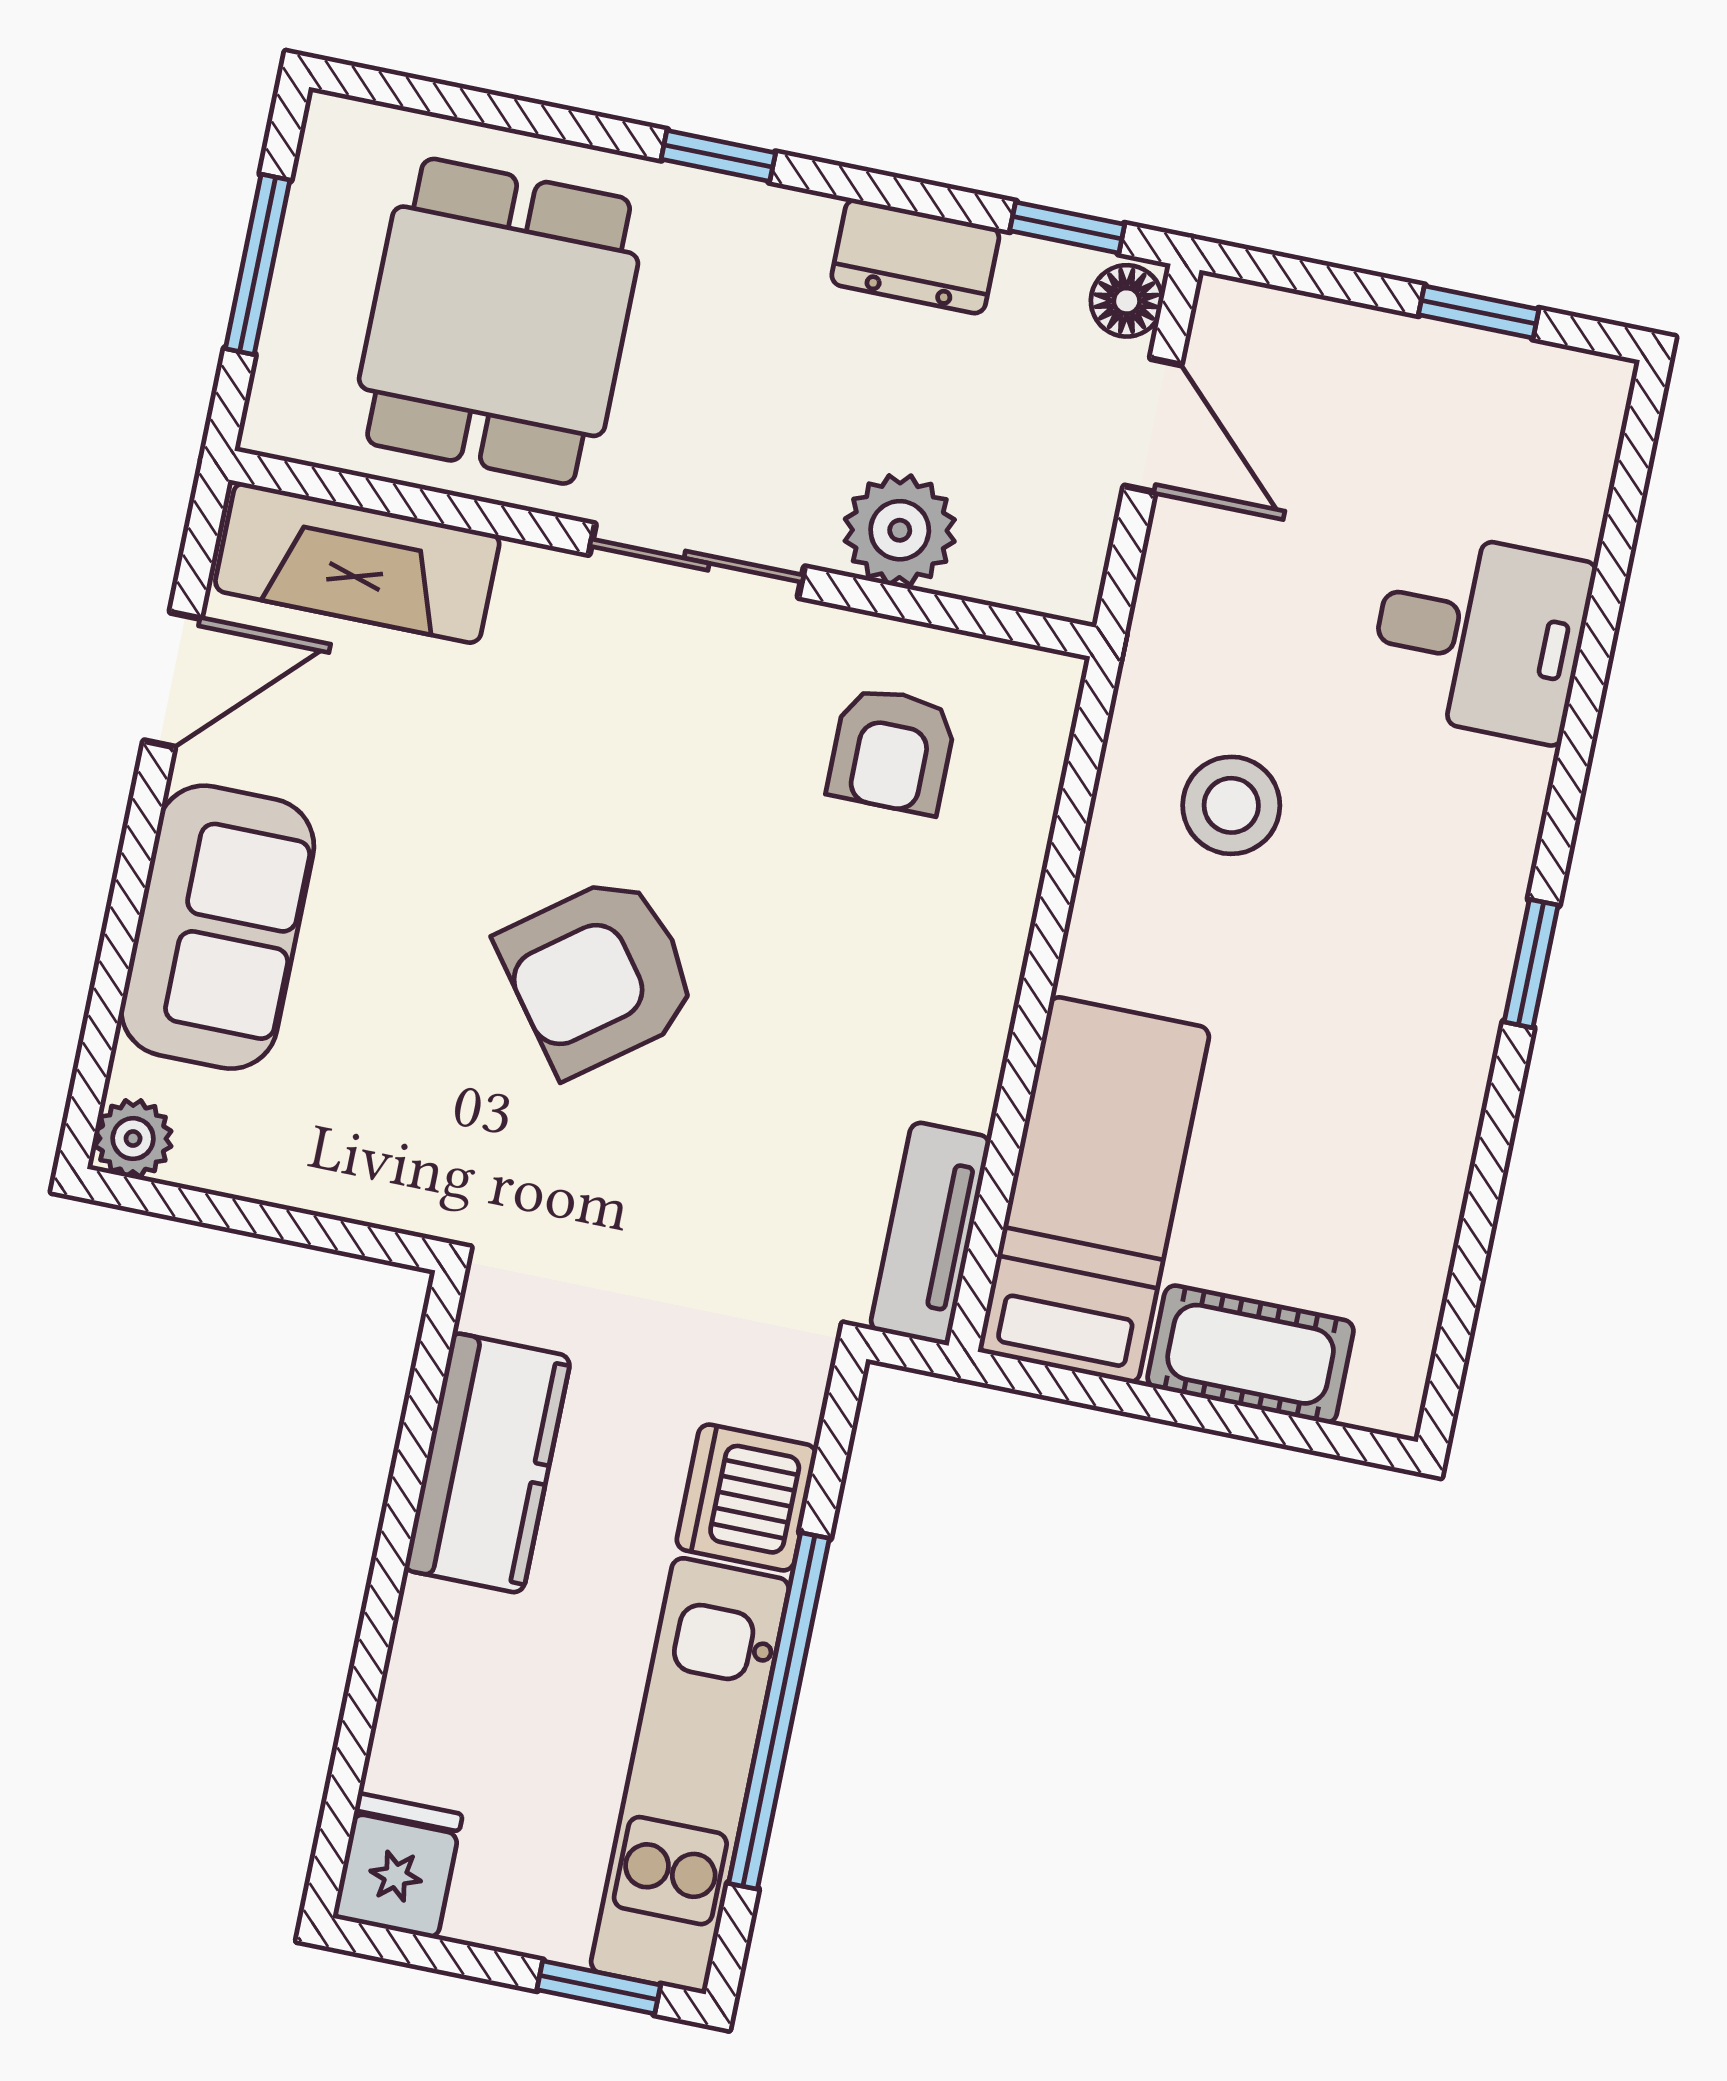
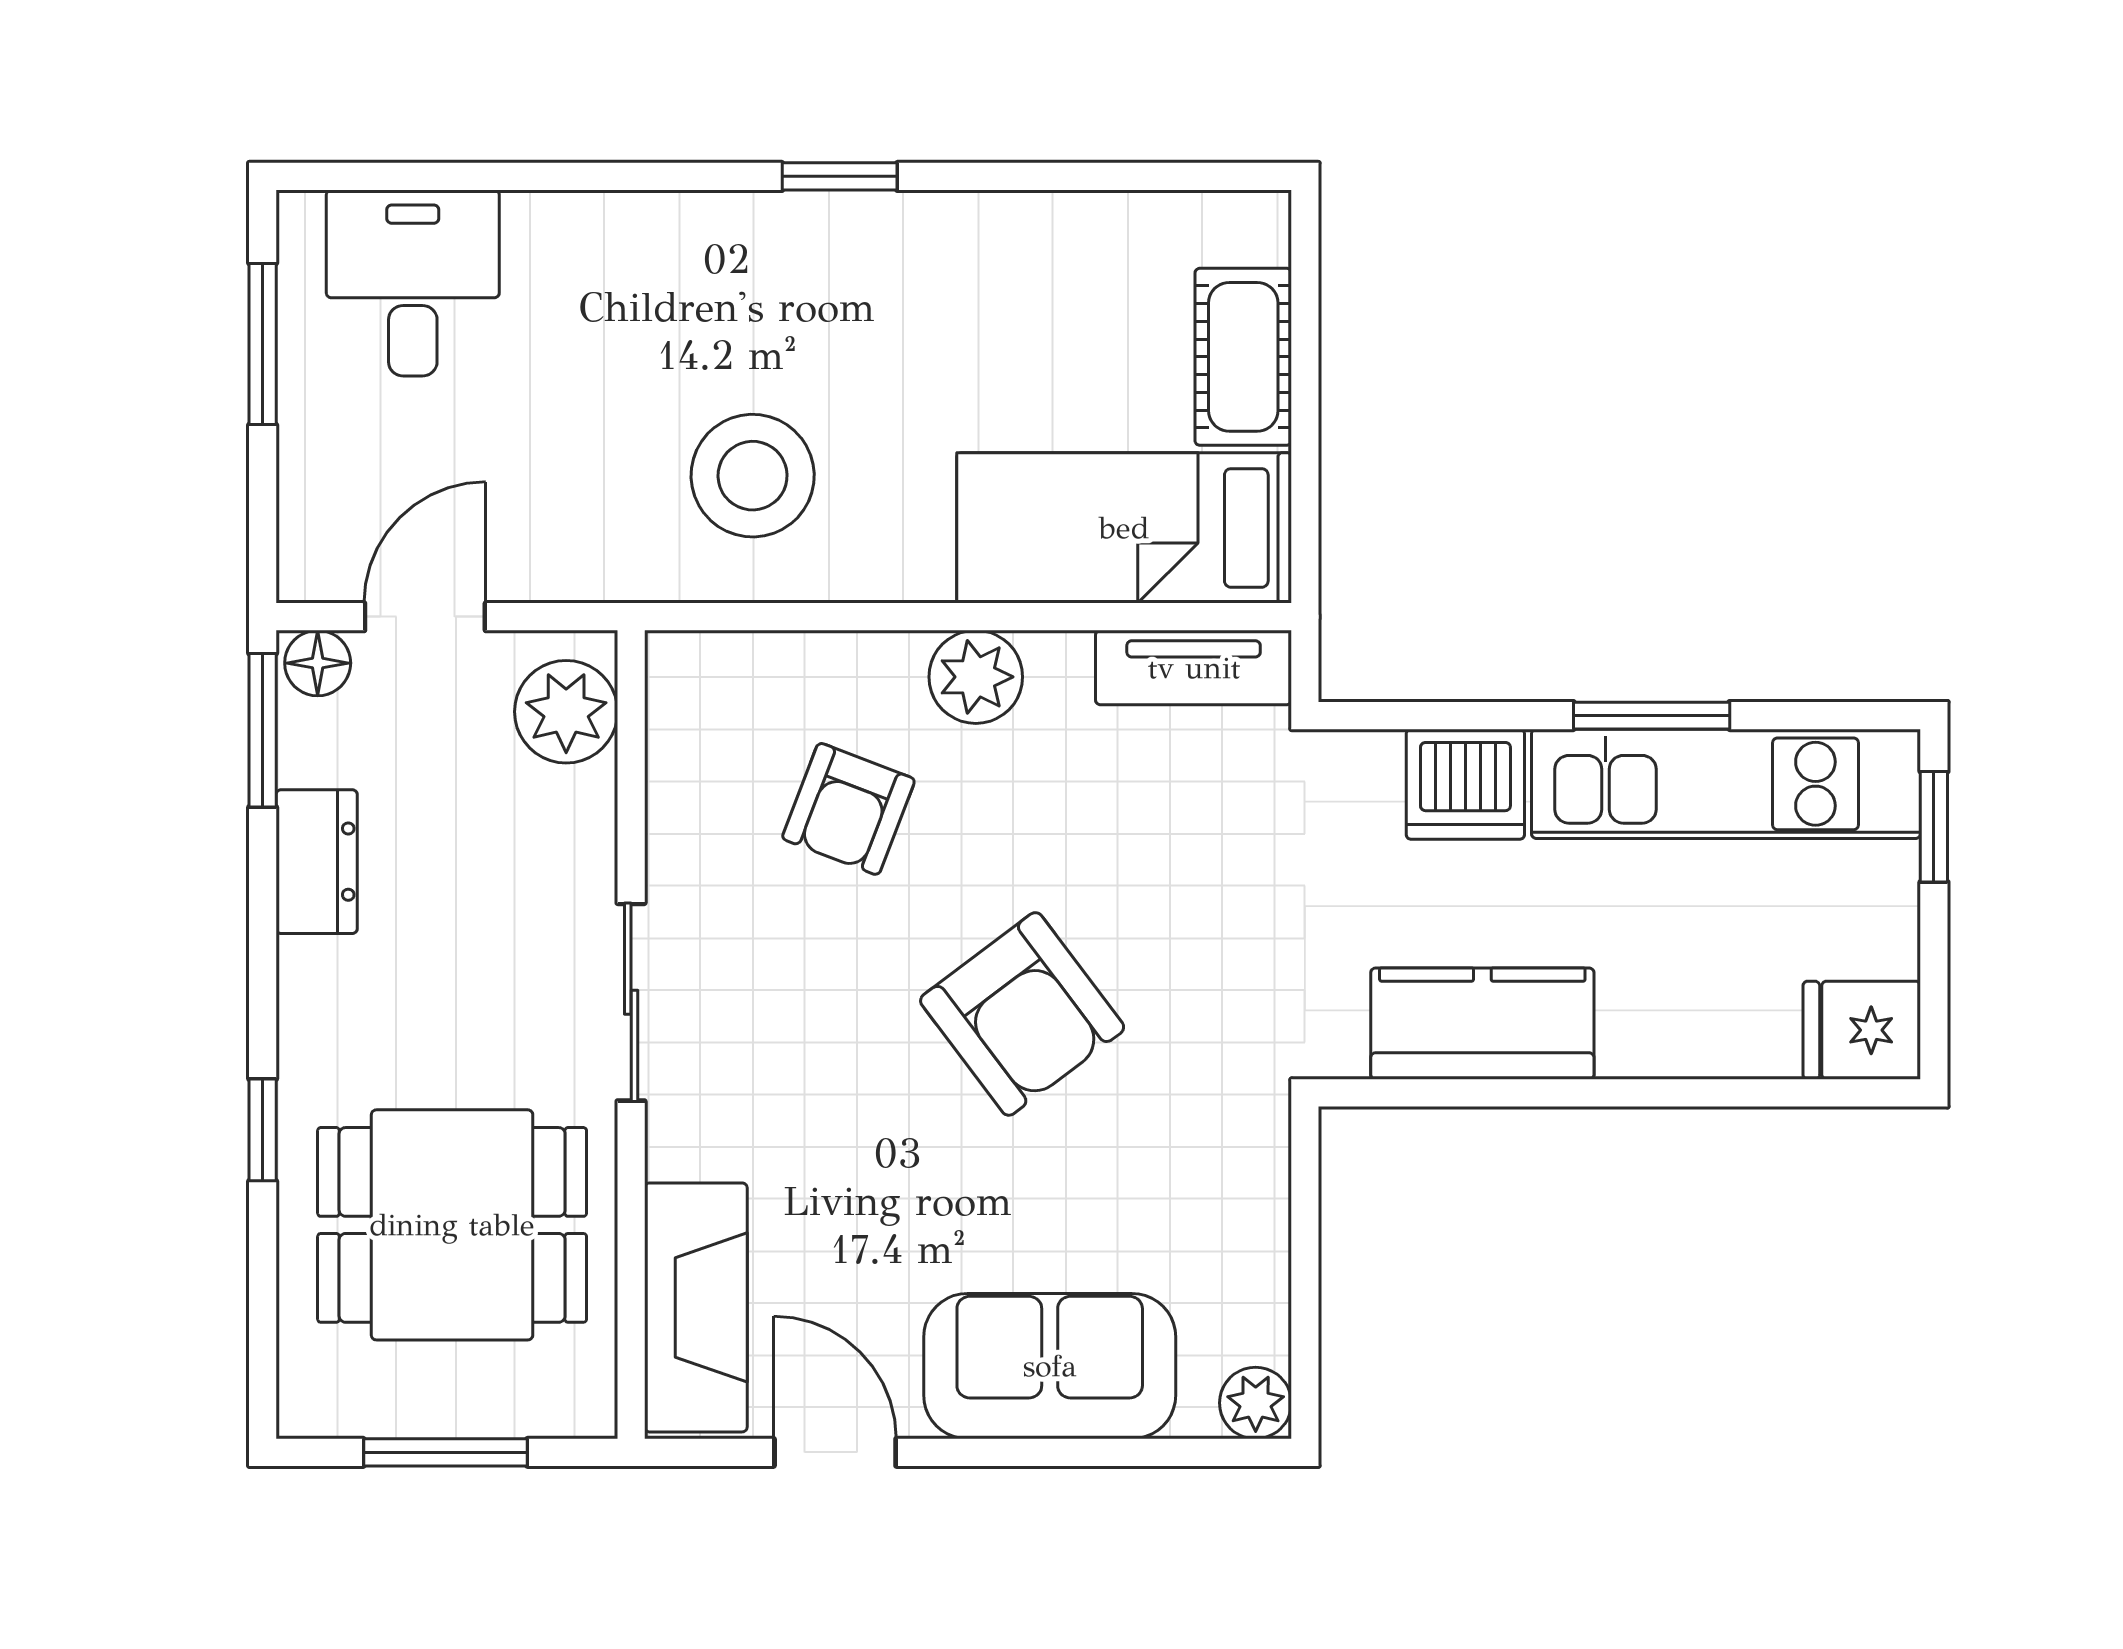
window: (718, 156) -> (263, 1130), moved
window: (1067, 228) -> (263, 730), width x1.50
window: (1479, 312) -> (263, 344), width x1.50
plant: (900, 530) -> (566, 712), moved
desk: (1480, 635) -> (413, 283), moved
armchair: (892, 750) -> (848, 809), moved, turned 111
stool: (1231, 805) -> (753, 476), width x1.38, depth x1.38
plant: (968, 999) -> (976, 677), added
window: (779, 1711) -> (1652, 716), width x0.47

